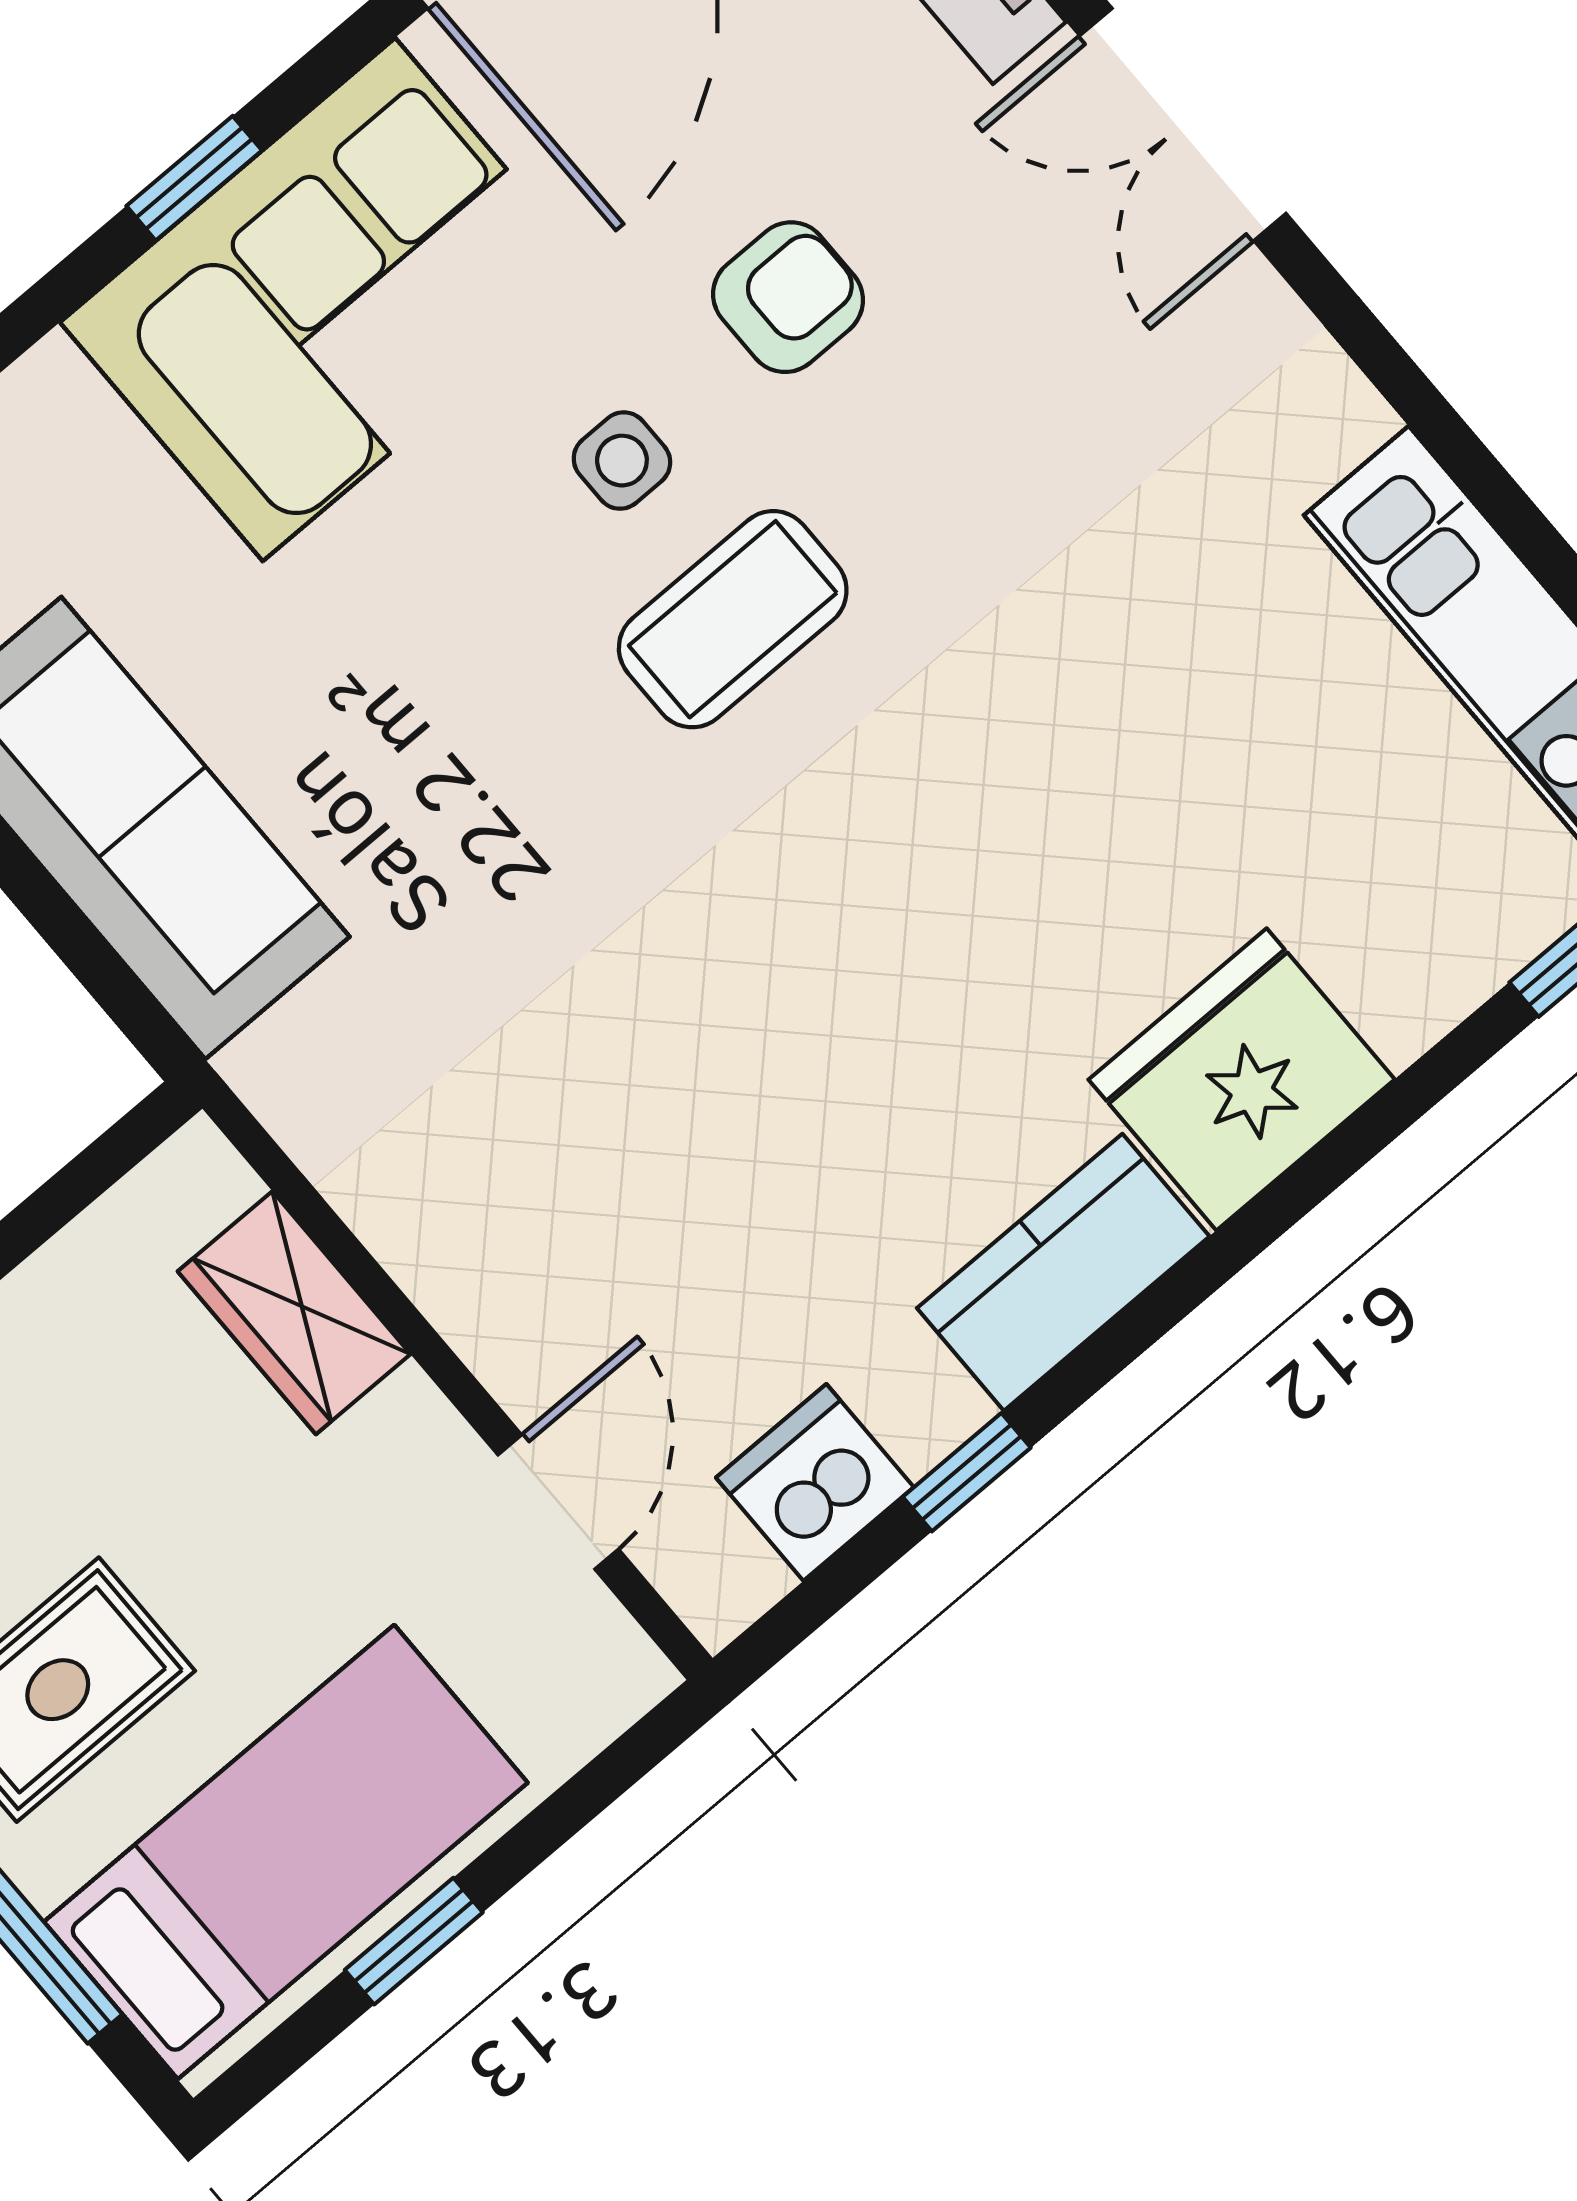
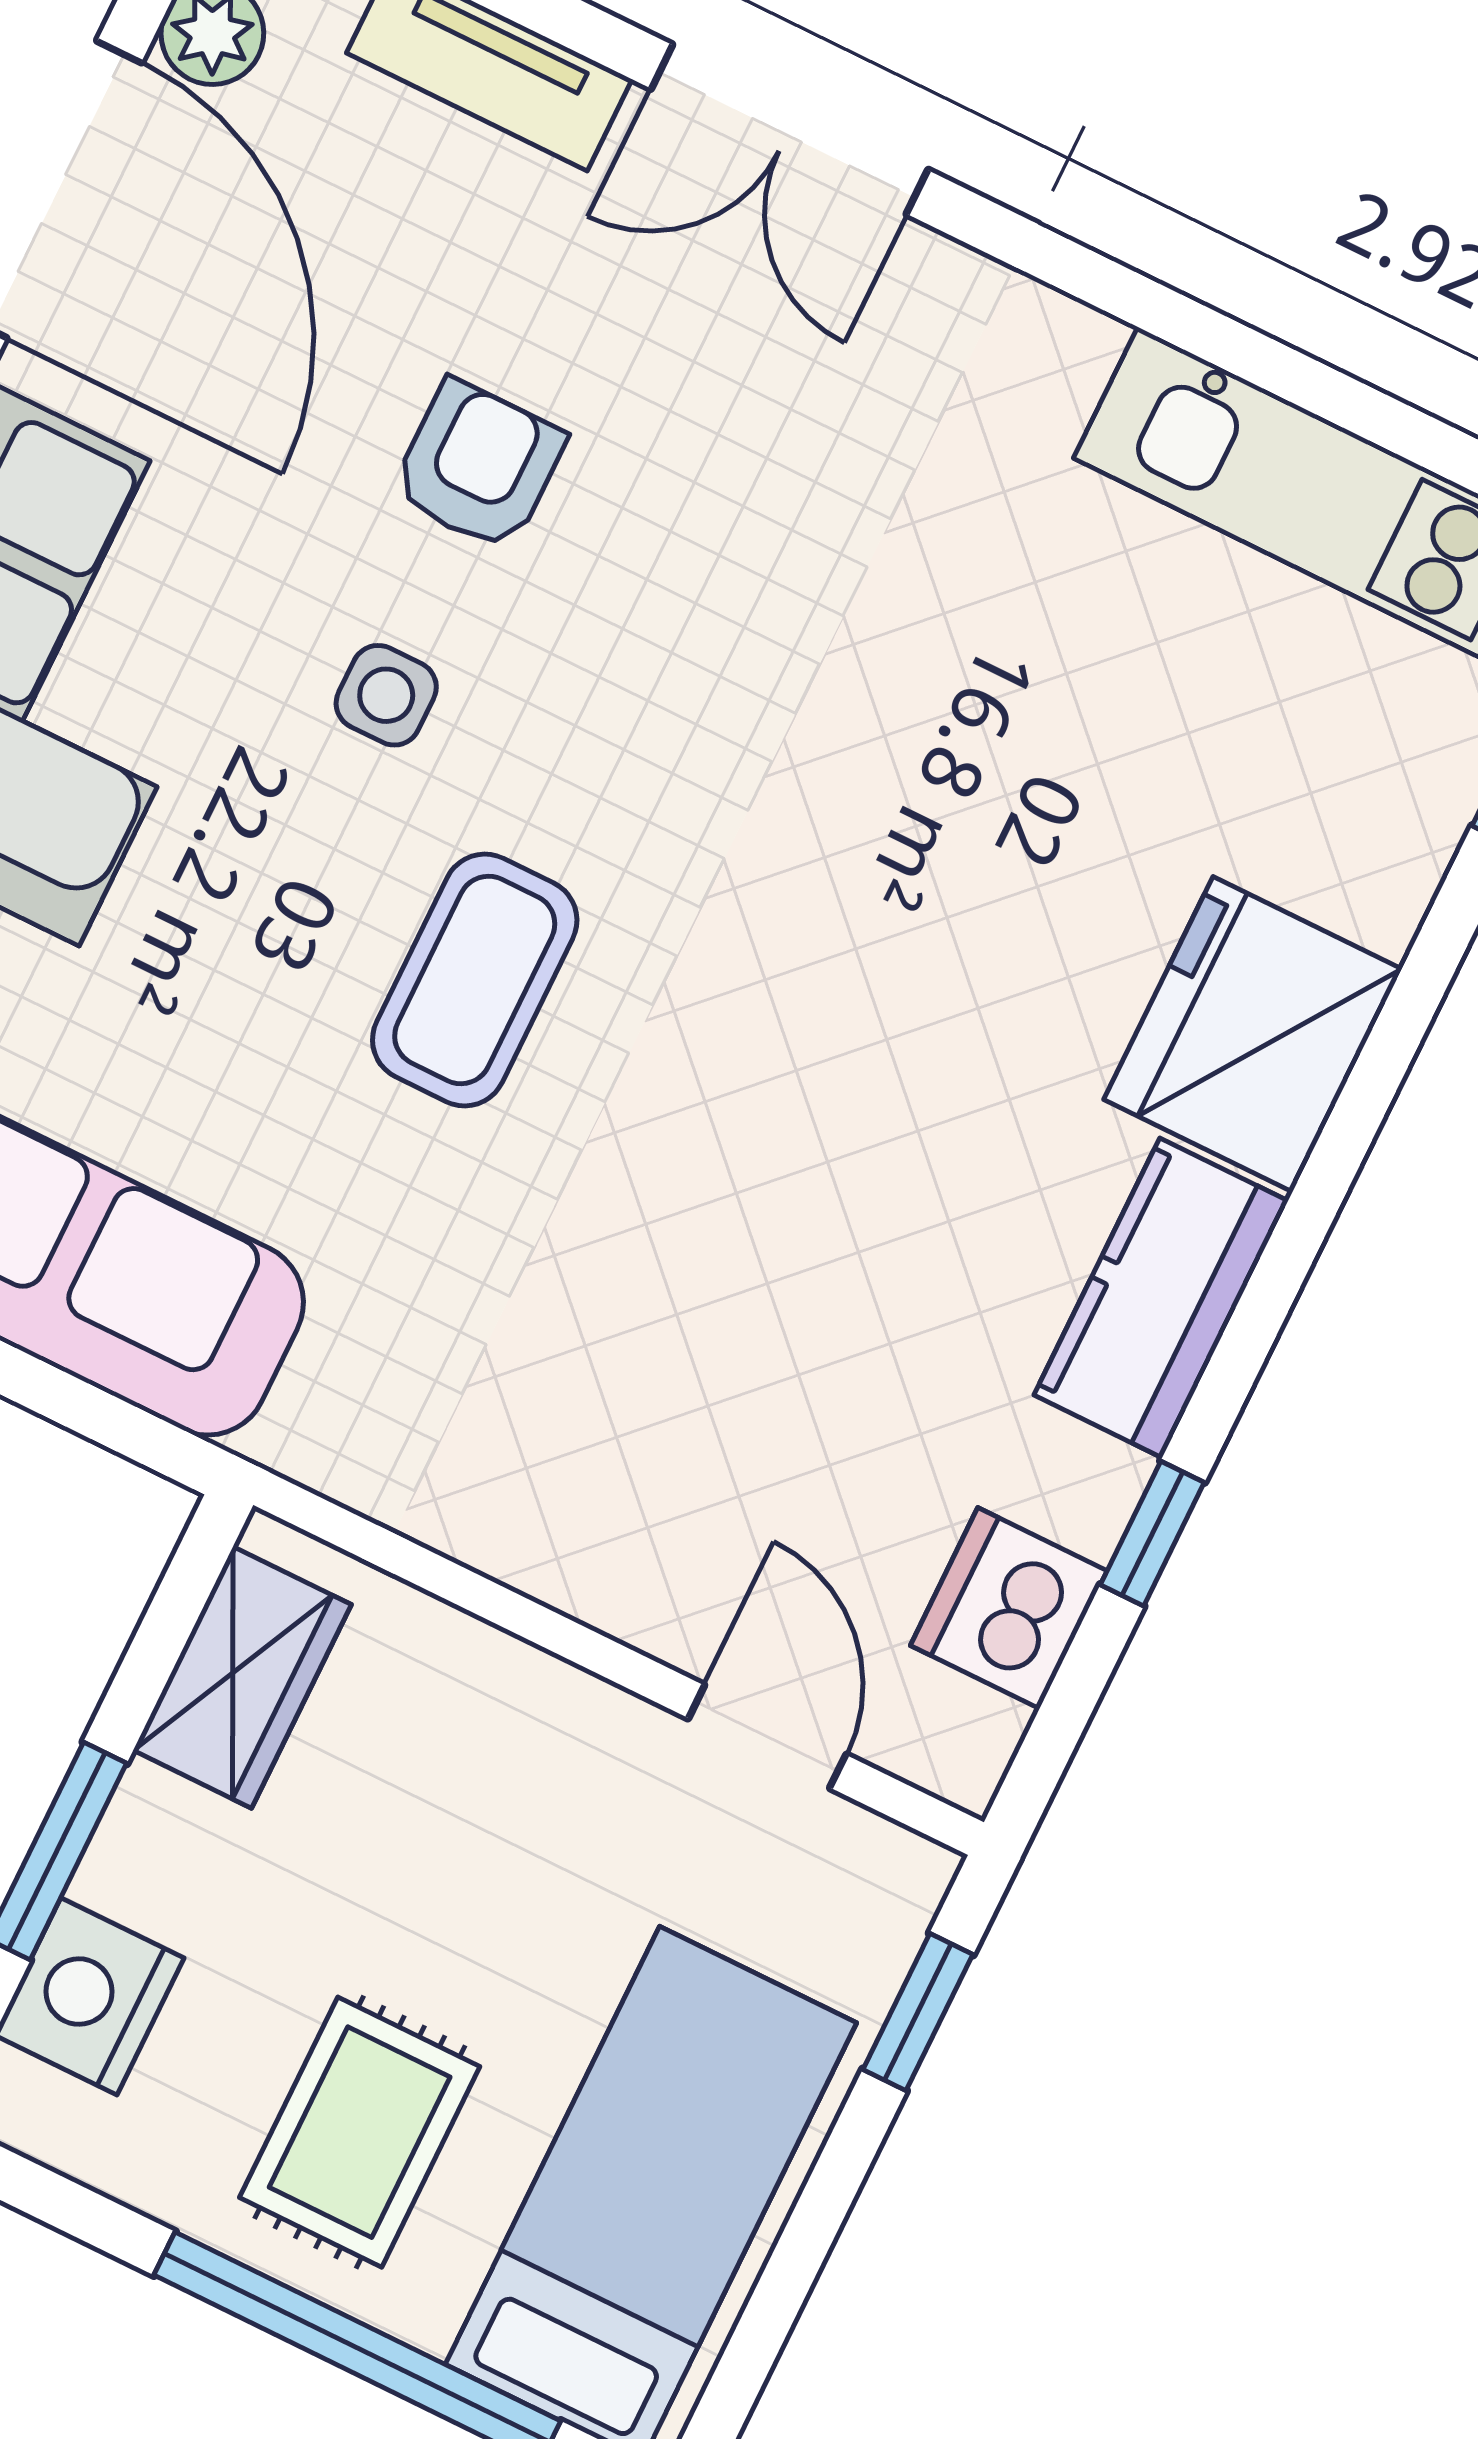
coffee table: (733, 619) -> (475, 980), moved
wardrobe: (294, 1313) -> (242, 1677), moved, turned -90
window: (414, 1941) -> (918, 2012), moved

